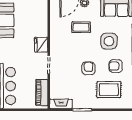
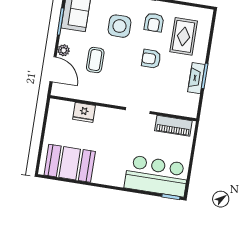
fridge: (41, 45) -> (84, 112), moved
fireplace: (61, 104) -> (196, 78), moved

